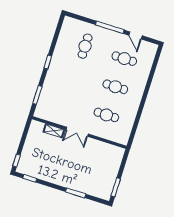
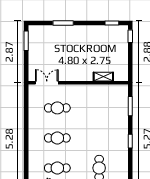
double door: (77, 132) -> (47, 83), moved

